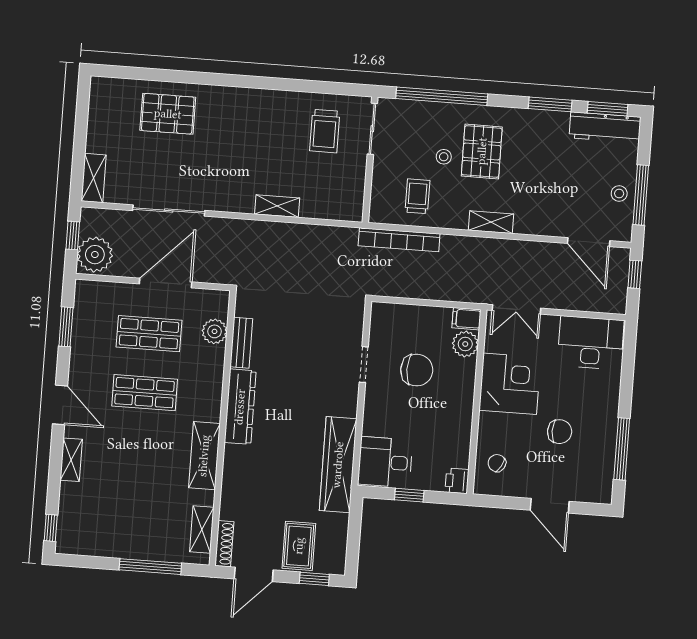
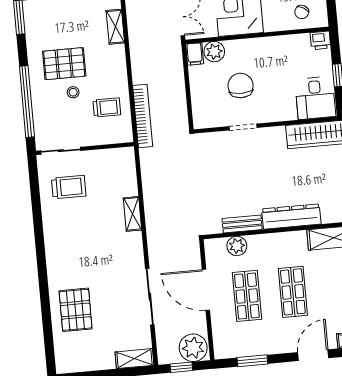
trolley: (417, 196) -> (107, 107), turned 180
shelving: (491, 222) -> (115, 27), moved

